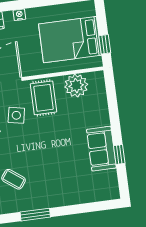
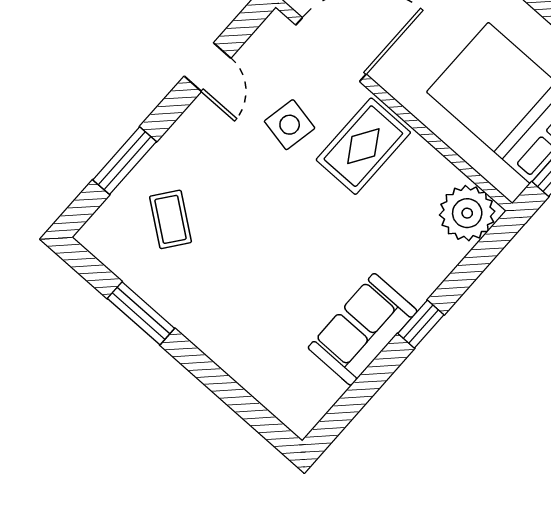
plant: (76, 86) -> (467, 213), moved
window: (119, 155) -> (421, 324), moved

